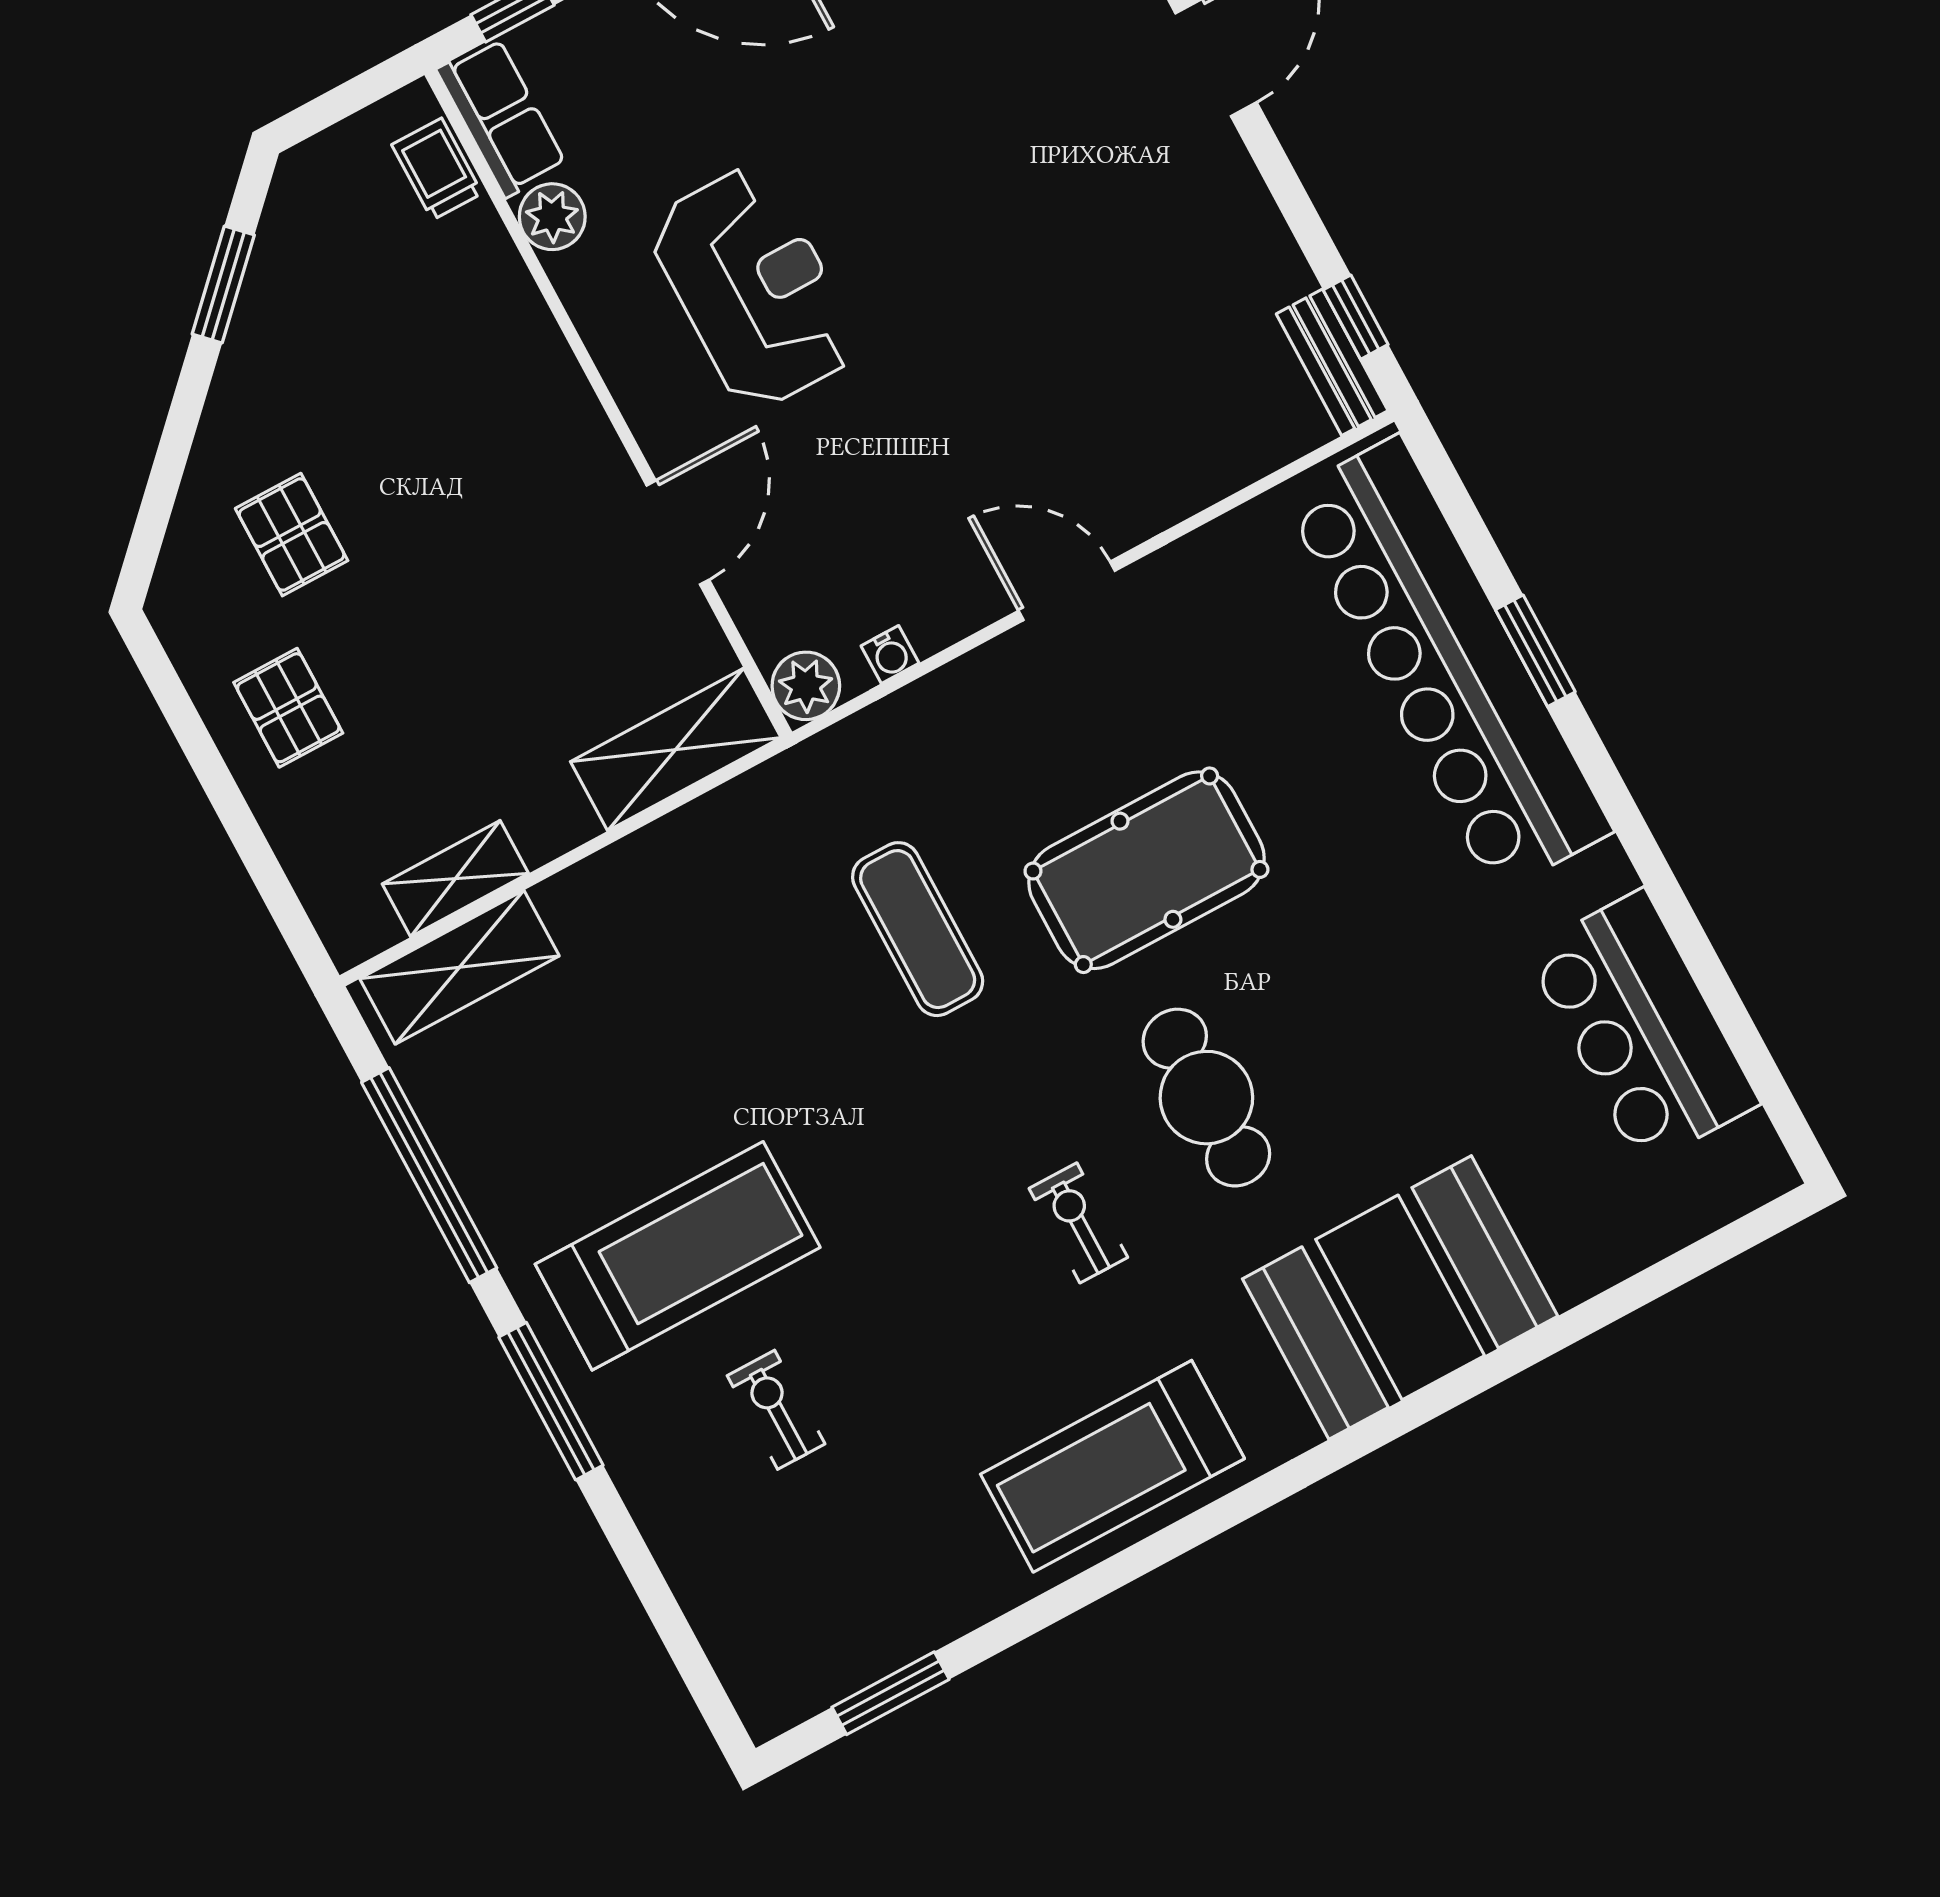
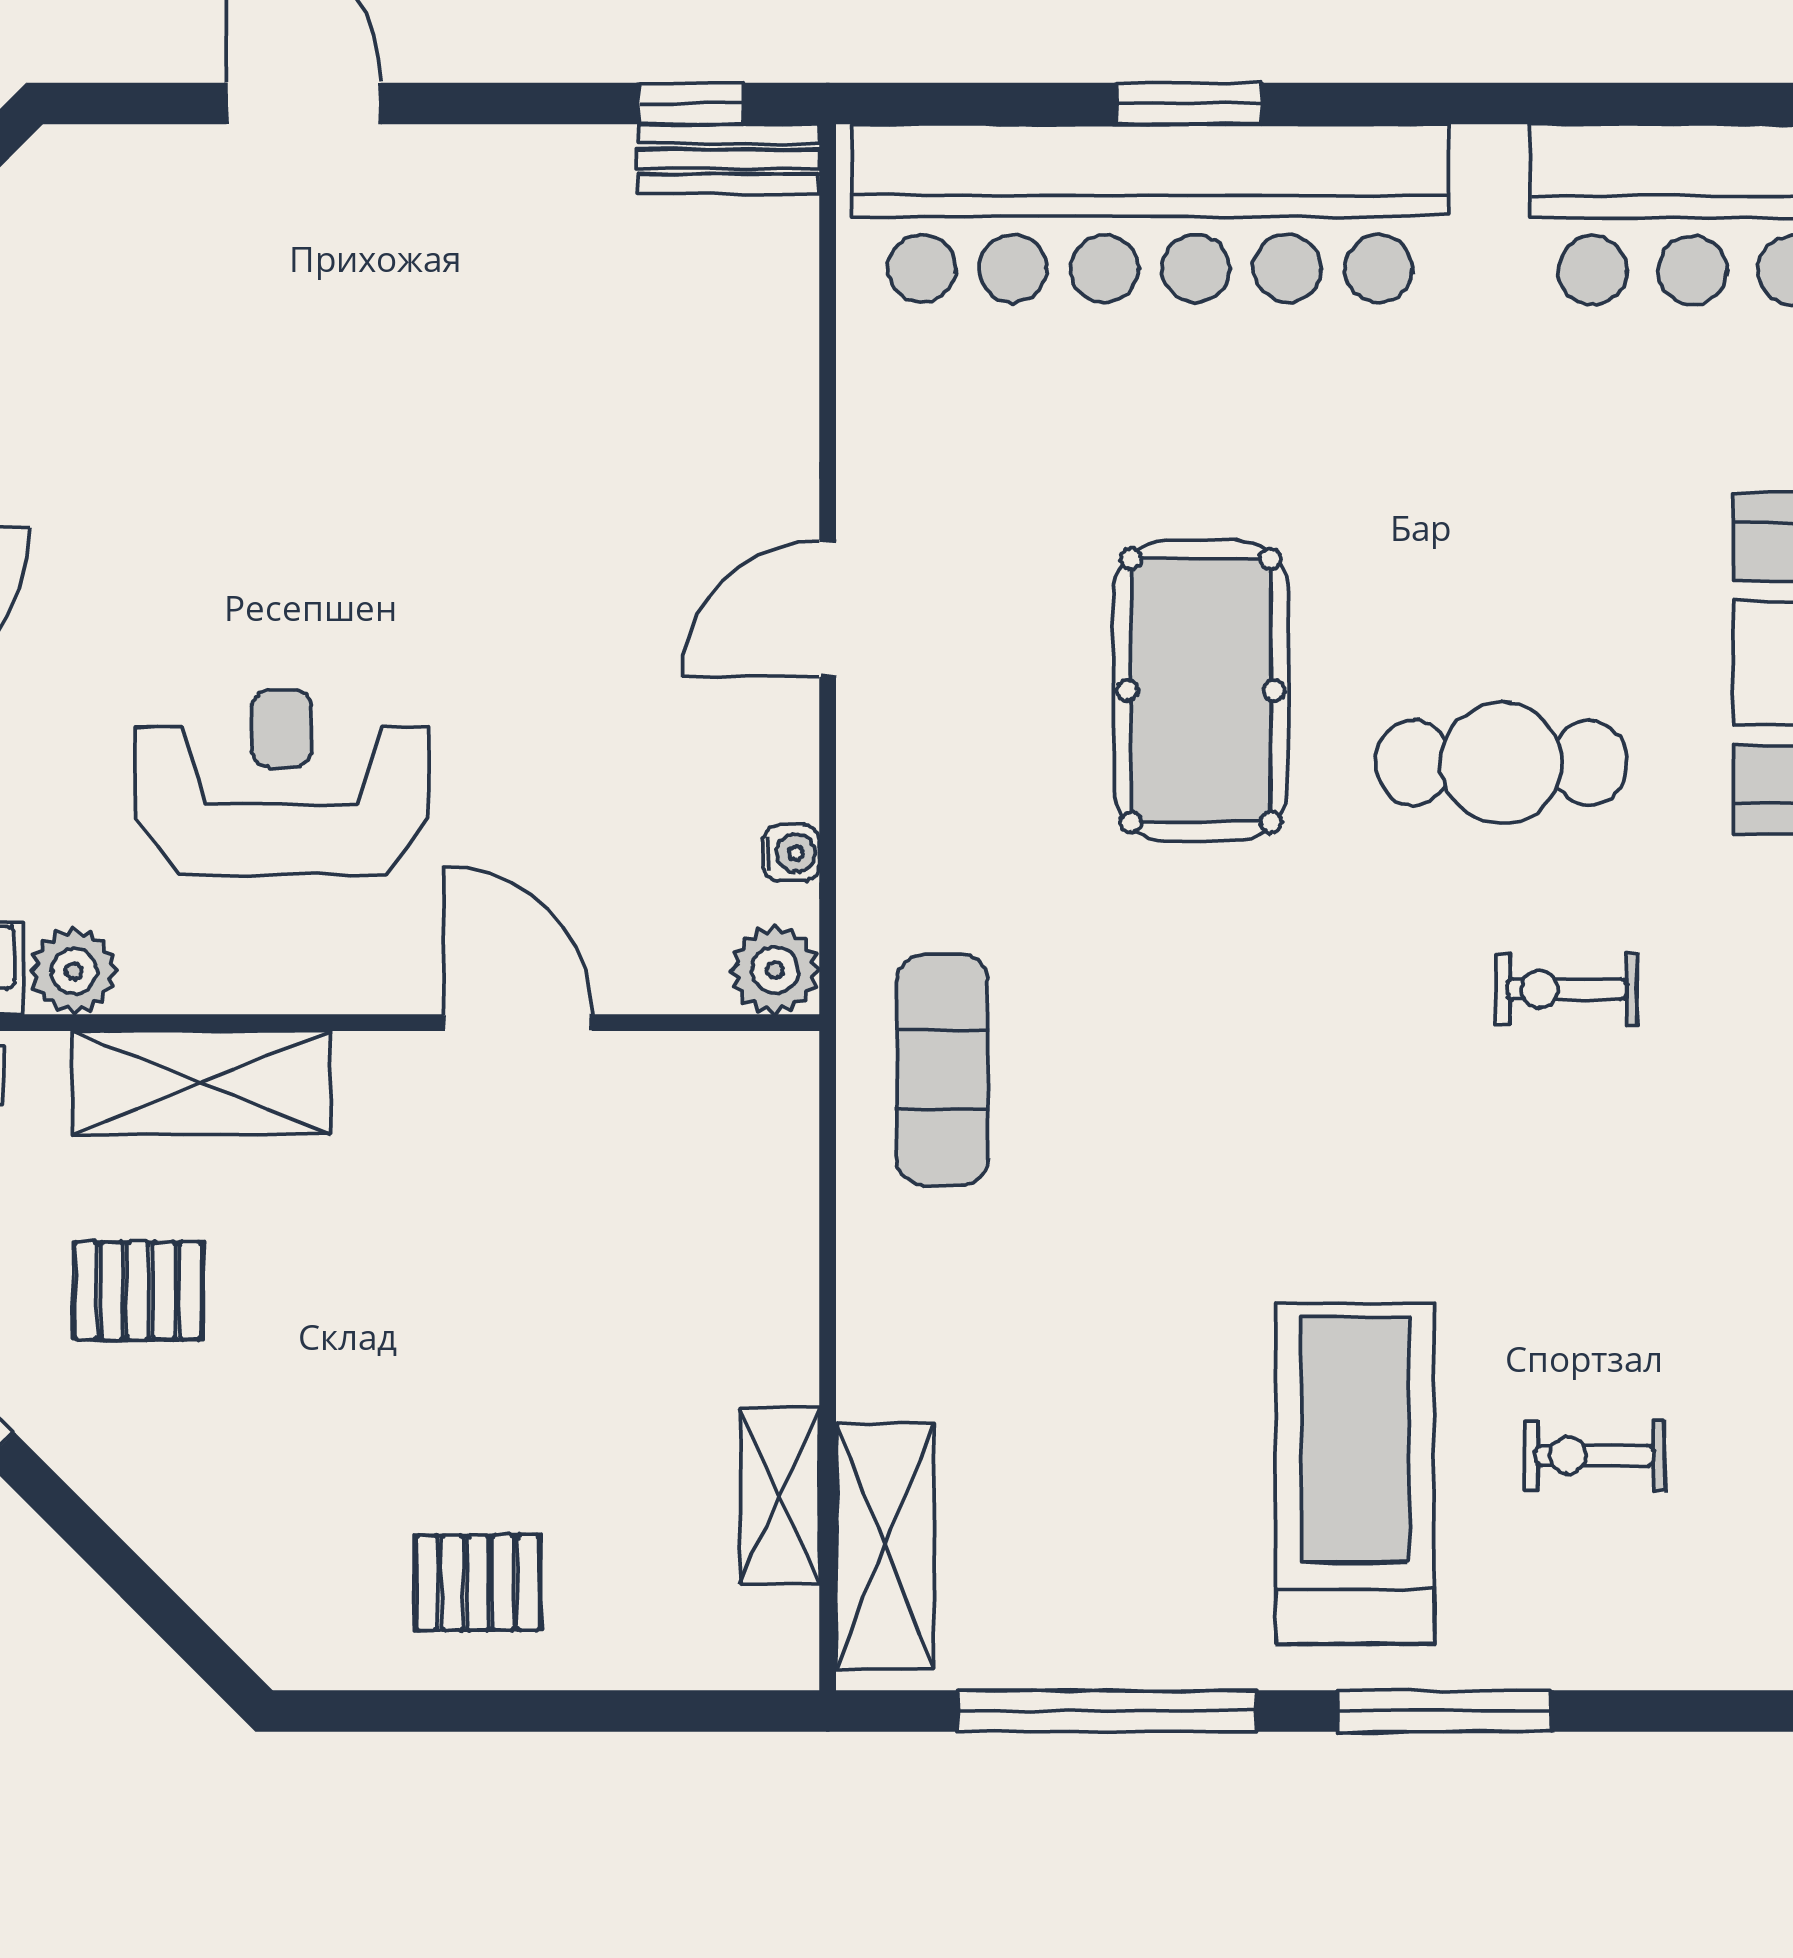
pallet: (292, 535) -> (138, 1291), moved
shelving: (676, 750) -> (202, 1083), moved, turned 90
exercise mat: (918, 929) -> (942, 1070), moved, turned 90

